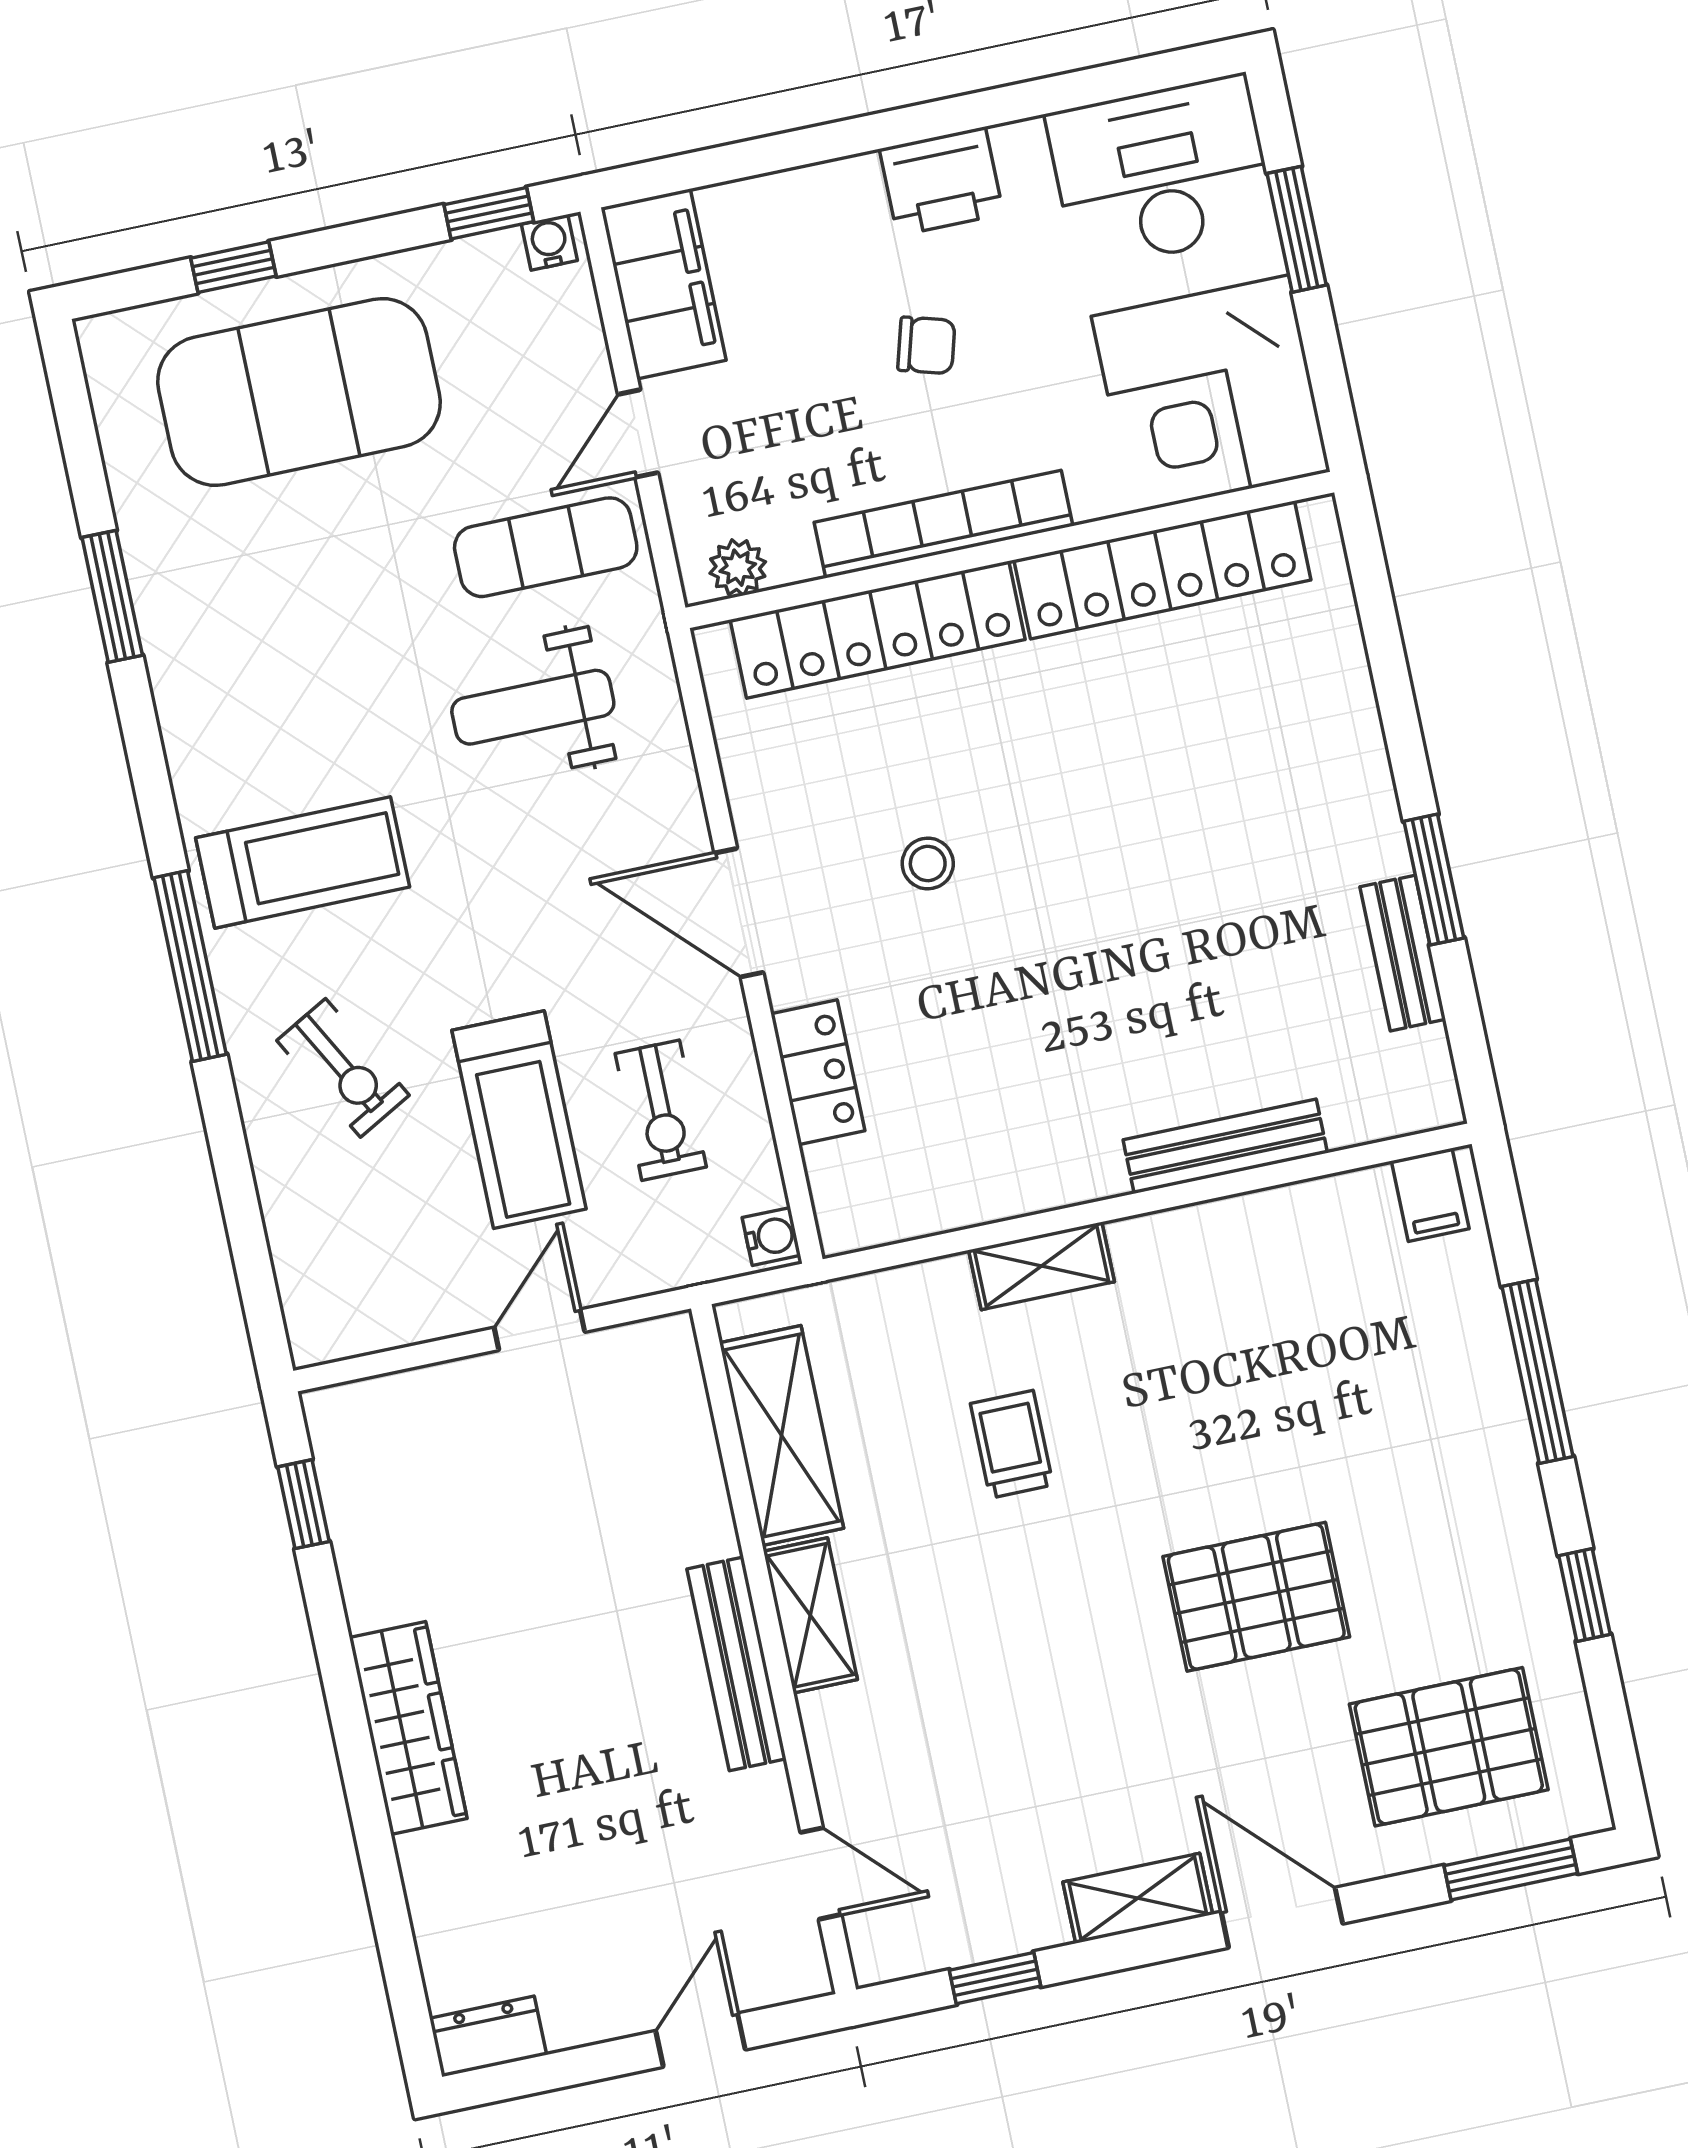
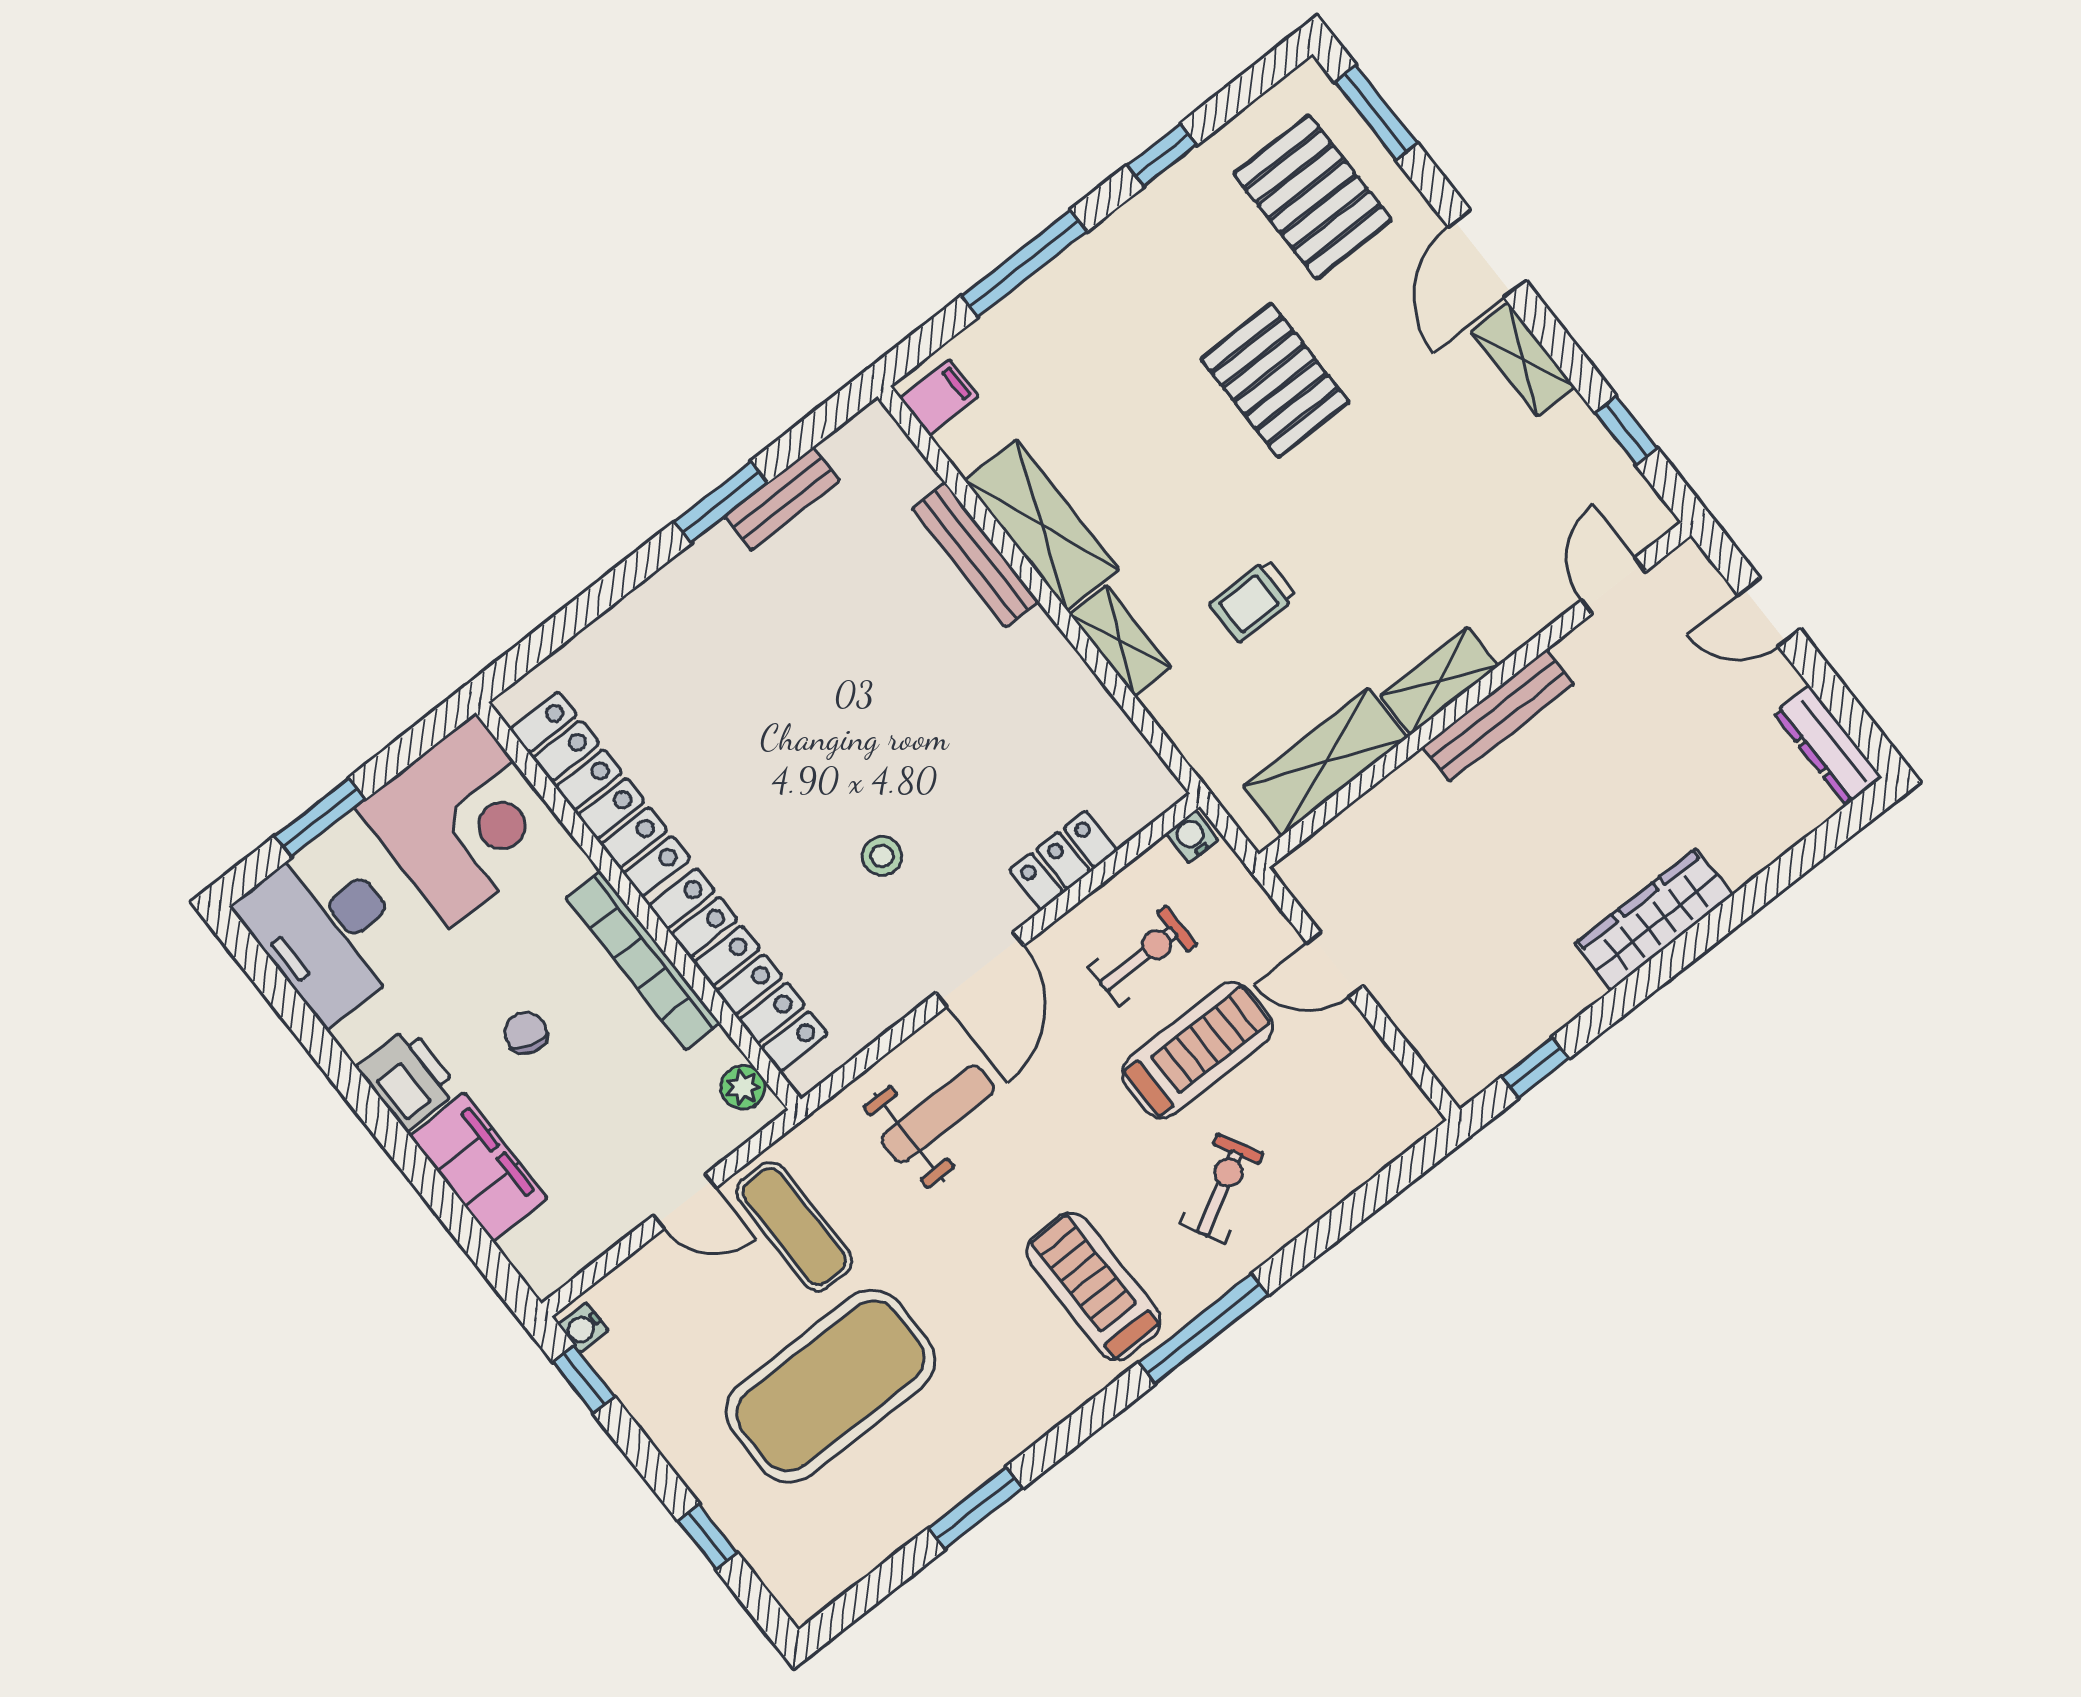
filing cabinet: (664, 284) -> (478, 1167), moved, turned 90
exercise mat: (299, 392) -> (830, 1386), moved, turned 90
weight bench: (533, 707) -> (938, 1114), moved, turned -90
shelving: (1222, 1241) -> (1042, 525), added
dresser: (488, 2036) -> (1828, 745), width x1.44

